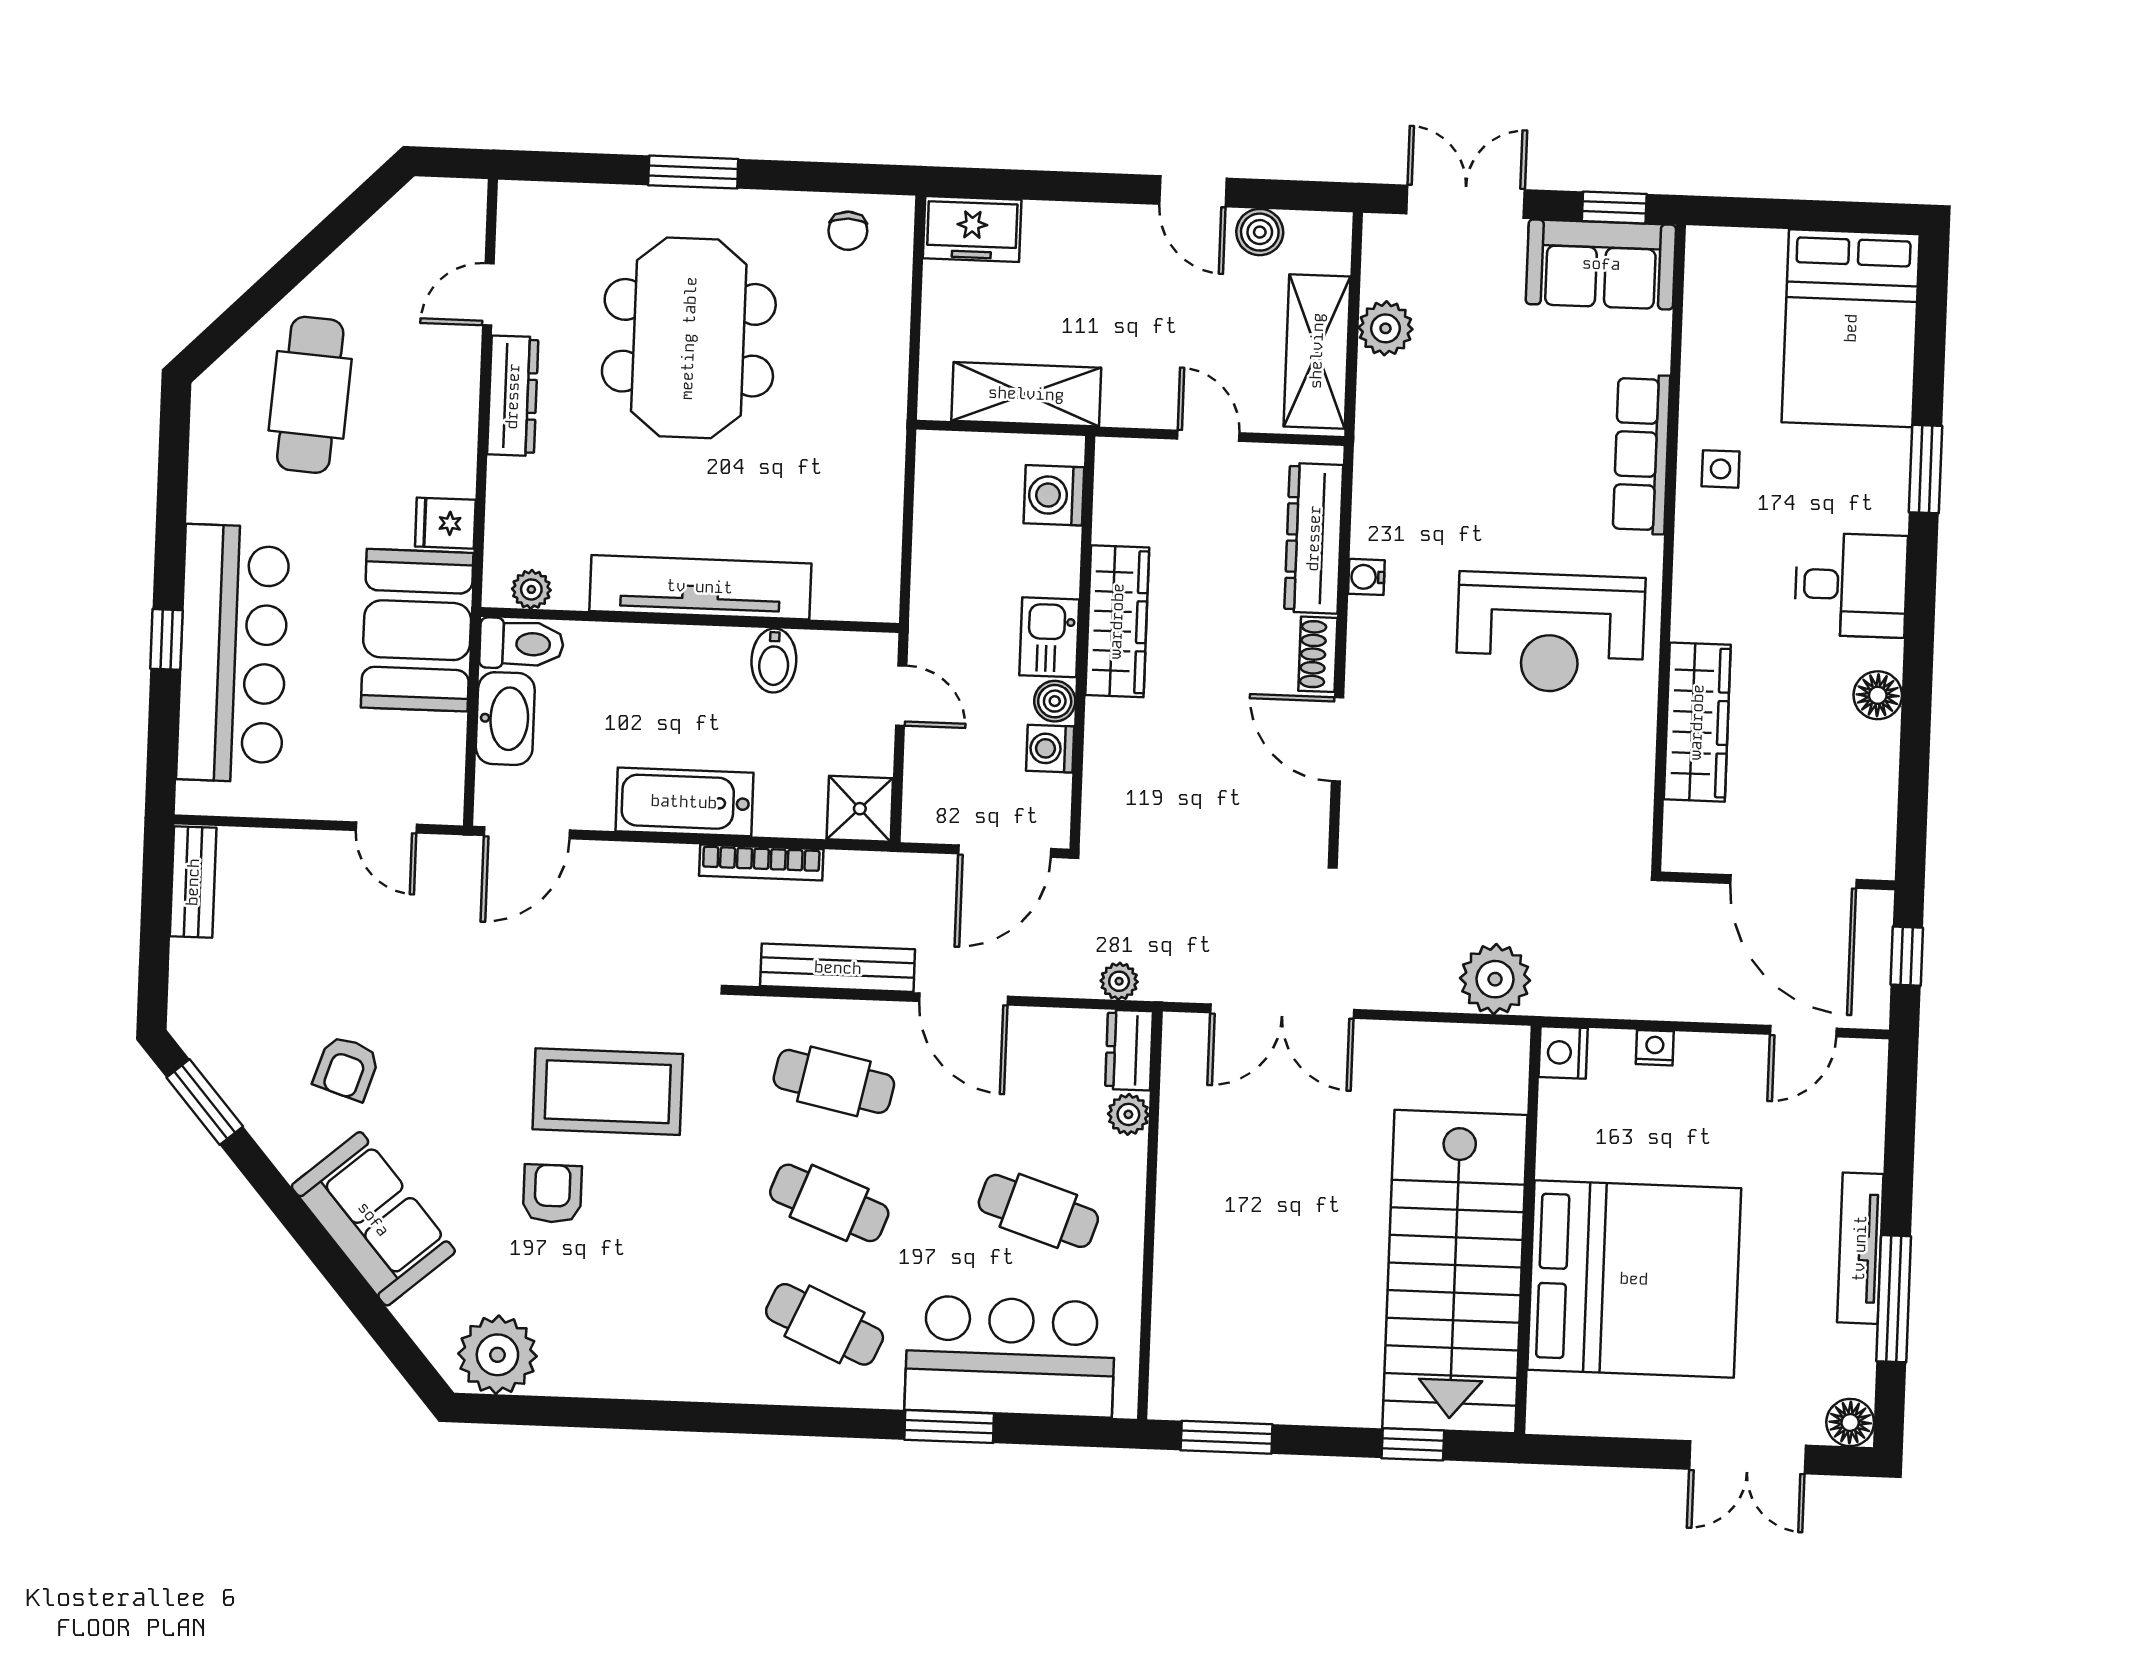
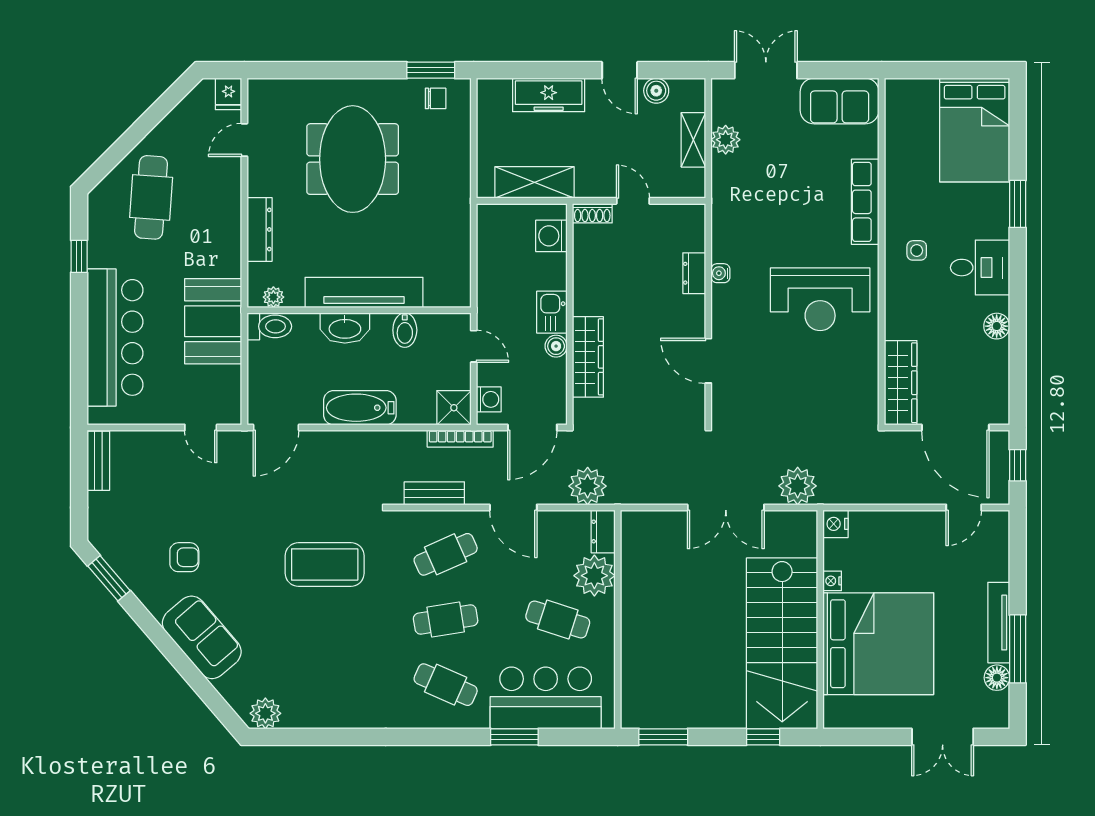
window: (693, 172) -> (431, 70), moved
window: (1614, 207) -> (846, 70), removed
freezer: (972, 229) -> (549, 95), moved, width x1.40
chair: (848, 231) -> (436, 98), turned -90
shelving: (1317, 351) -> (693, 140), width x0.67, depth x0.75
dresser: (513, 396) -> (260, 229), moved
side table: (1721, 469) -> (917, 250), moved
fridge: (445, 523) -> (229, 94), moved, turned -90
dresser: (1314, 538) -> (694, 273), width x0.51, depth x0.80
wardrobe: (1117, 621) -> (588, 357), moved
window: (166, 639) -> (79, 256), moved
shoe rack: (1318, 654) -> (592, 213), moved, turned -90
washbasin: (505, 719) -> (345, 328), moved, turned 90
wardrobe: (1697, 722) -> (901, 383), moved
washing machine: (1050, 749) -> (489, 399), moved, turned 180
bookcase: (761, 863) -> (460, 439), moved
bench: (838, 968) -> (434, 493), width x0.73
plant: (1119, 981) -> (588, 486), width x1.88, depth x1.88
double door: (1282, 1011) -> (726, 508), moved
nightstand: (1655, 1048) -> (832, 581), moved, turned -90
armchair: (346, 1068) -> (184, 557), turned -108
cafe table: (834, 1081) -> (446, 554), turned -36
plant: (1128, 1114) -> (594, 576), width x1.88, depth x1.88
armchair: (552, 1194) -> (297, 620), removed
cafe table: (829, 1203) -> (446, 619), turned -30
plant: (497, 1355) -> (265, 713), width x0.73, depth x0.73
floor lamp: (1850, 1422) -> (997, 678), moved

